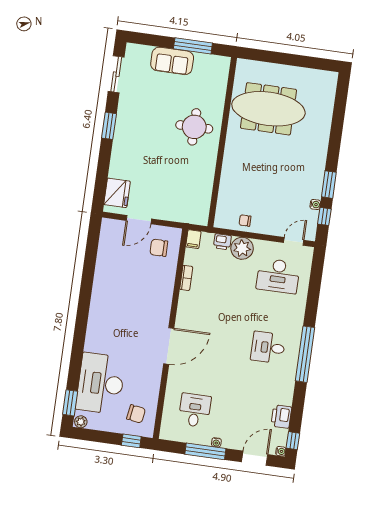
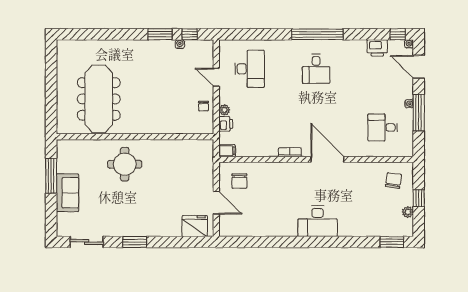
door: (294, 241) -> (216, 77), moved
plant: (242, 248) -> (224, 110), width x0.53, depth x0.53
bookcase: (186, 278) -> (290, 152), moved
desk: (101, 383) -> (318, 221), moved, width x0.73, depth x0.77
plant: (81, 422) -> (408, 212), moved
window: (131, 441) -> (419, 198), moved

